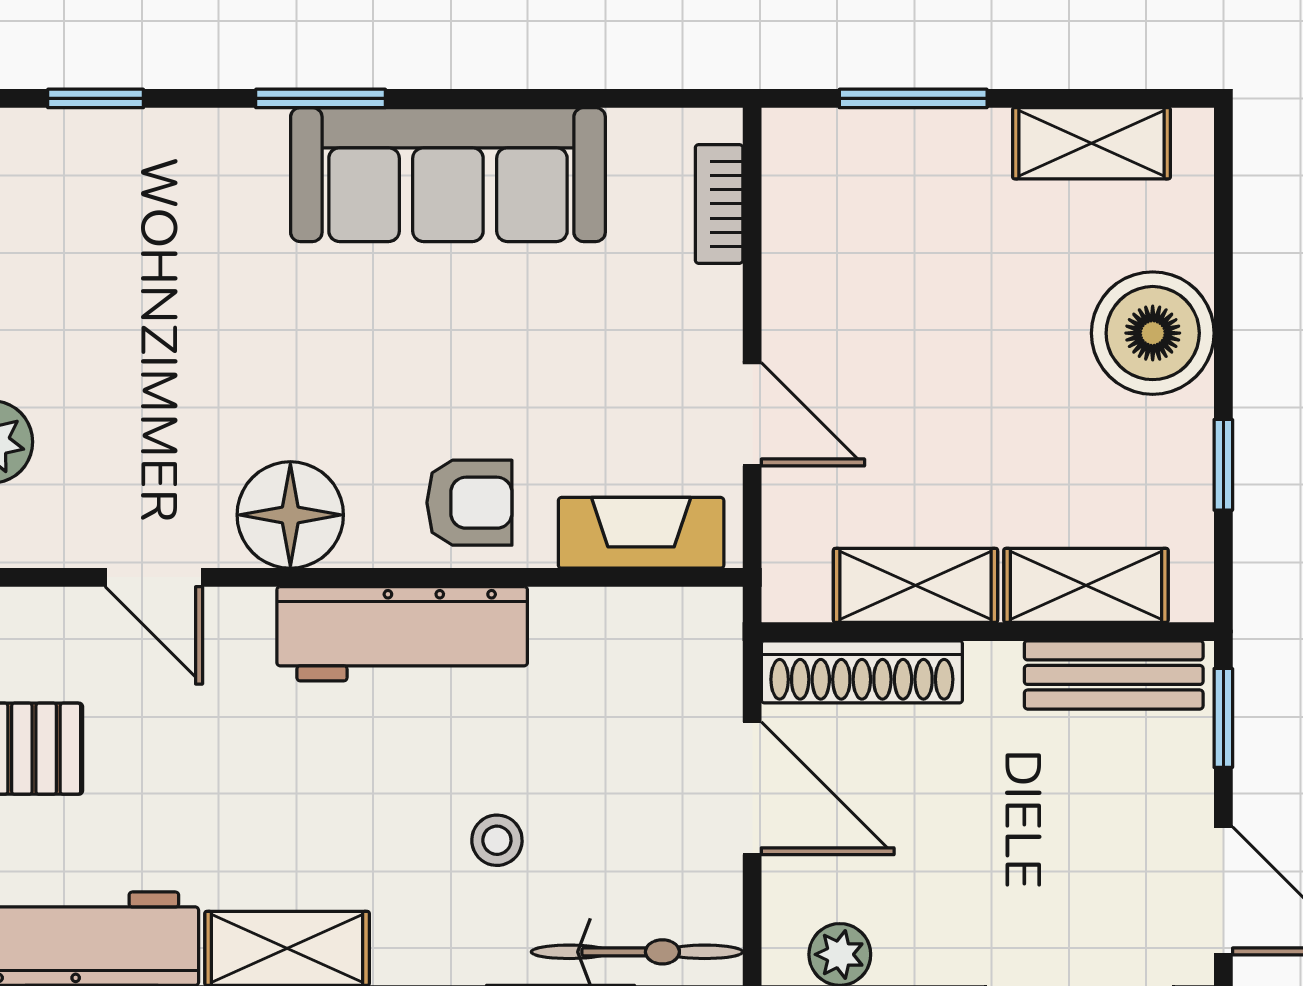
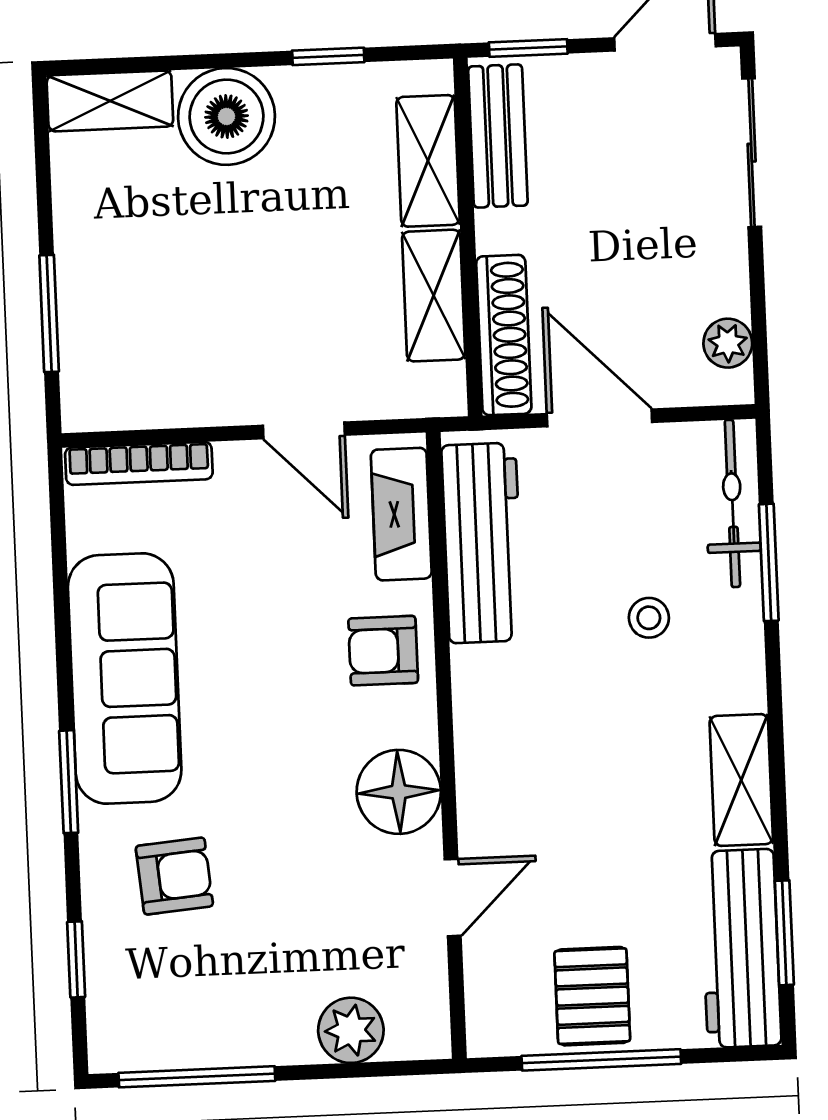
shelving: (1091, 143) -> (110, 101), moved, turned 90
bookcase: (719, 204) -> (139, 463), width x1.56
armchair: (196, 227) -> (174, 876), added
door: (752, 414) -> (304, 430), swing flipped
armchair: (469, 503) -> (383, 651), turned -90
workbench: (402, 634) -> (482, 543), moved
door: (752, 788) -> (599, 418), hinge flipped

